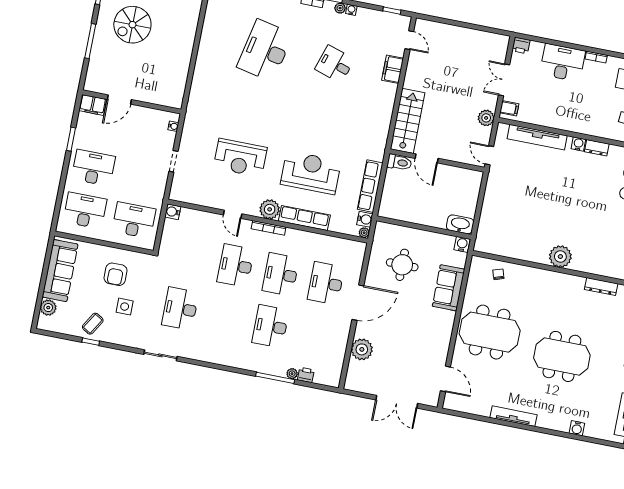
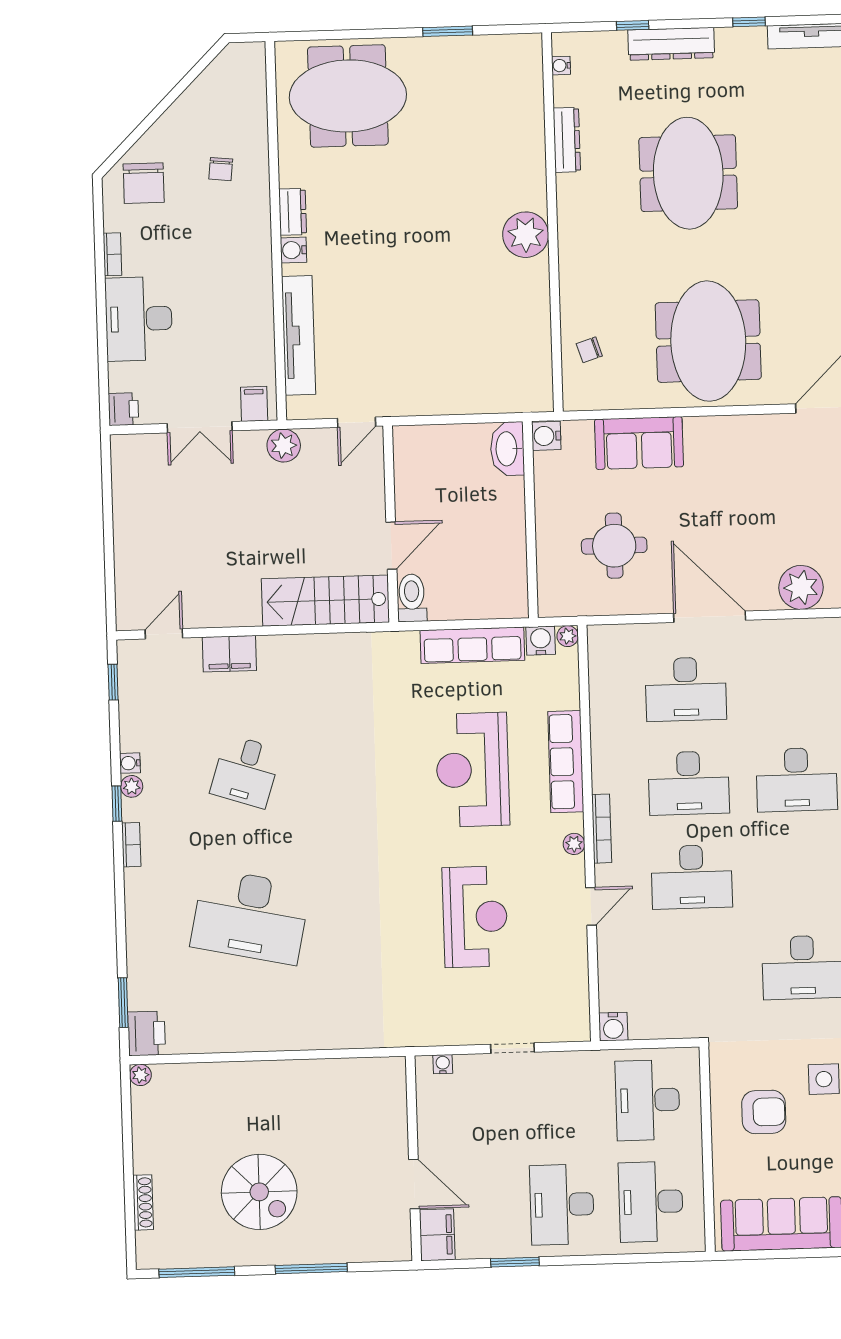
plant: (270, 209) -> (574, 844), width x0.53, depth x0.53
meeting table: (562, 356) -> (688, 173), moved

